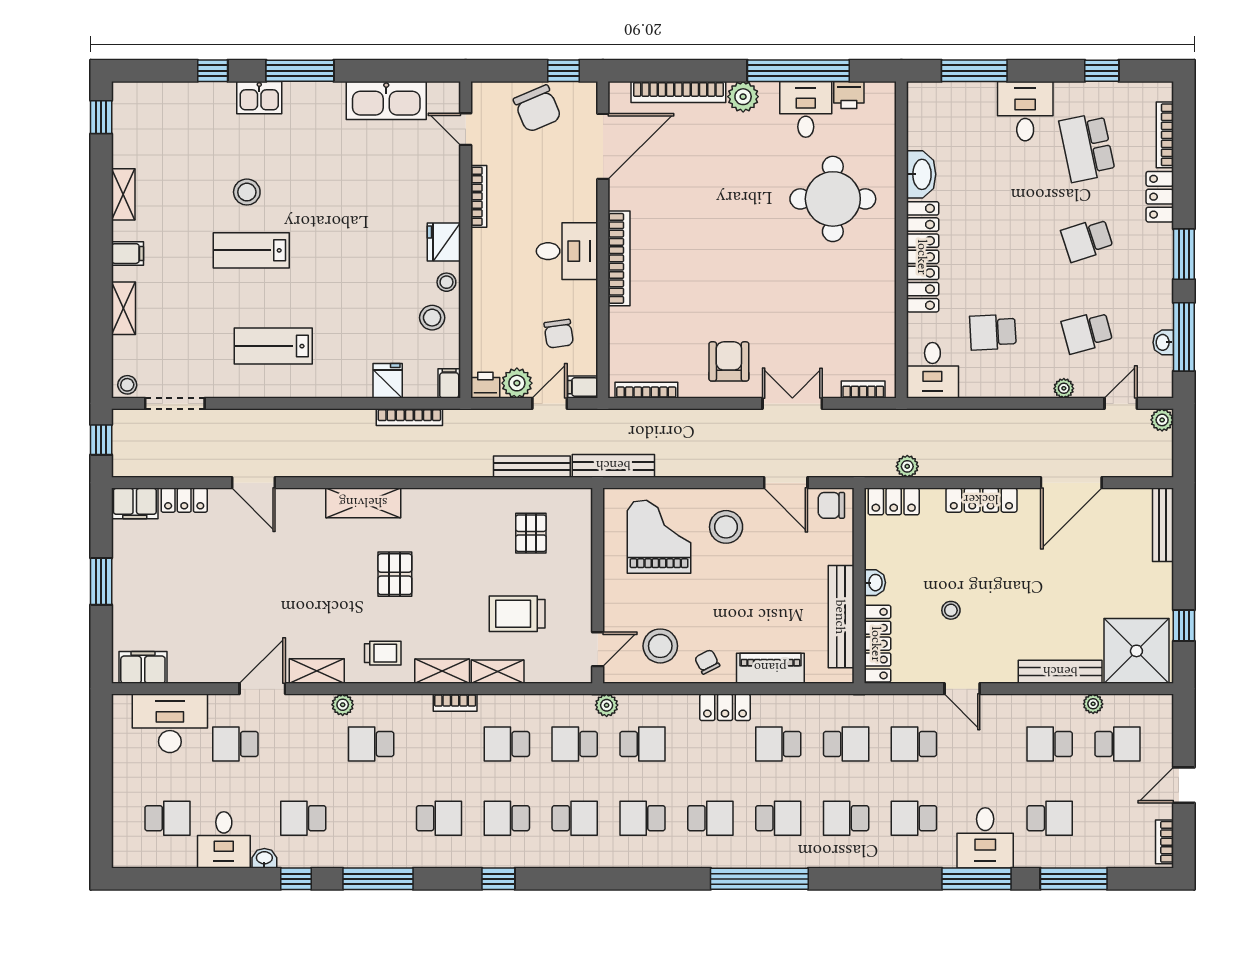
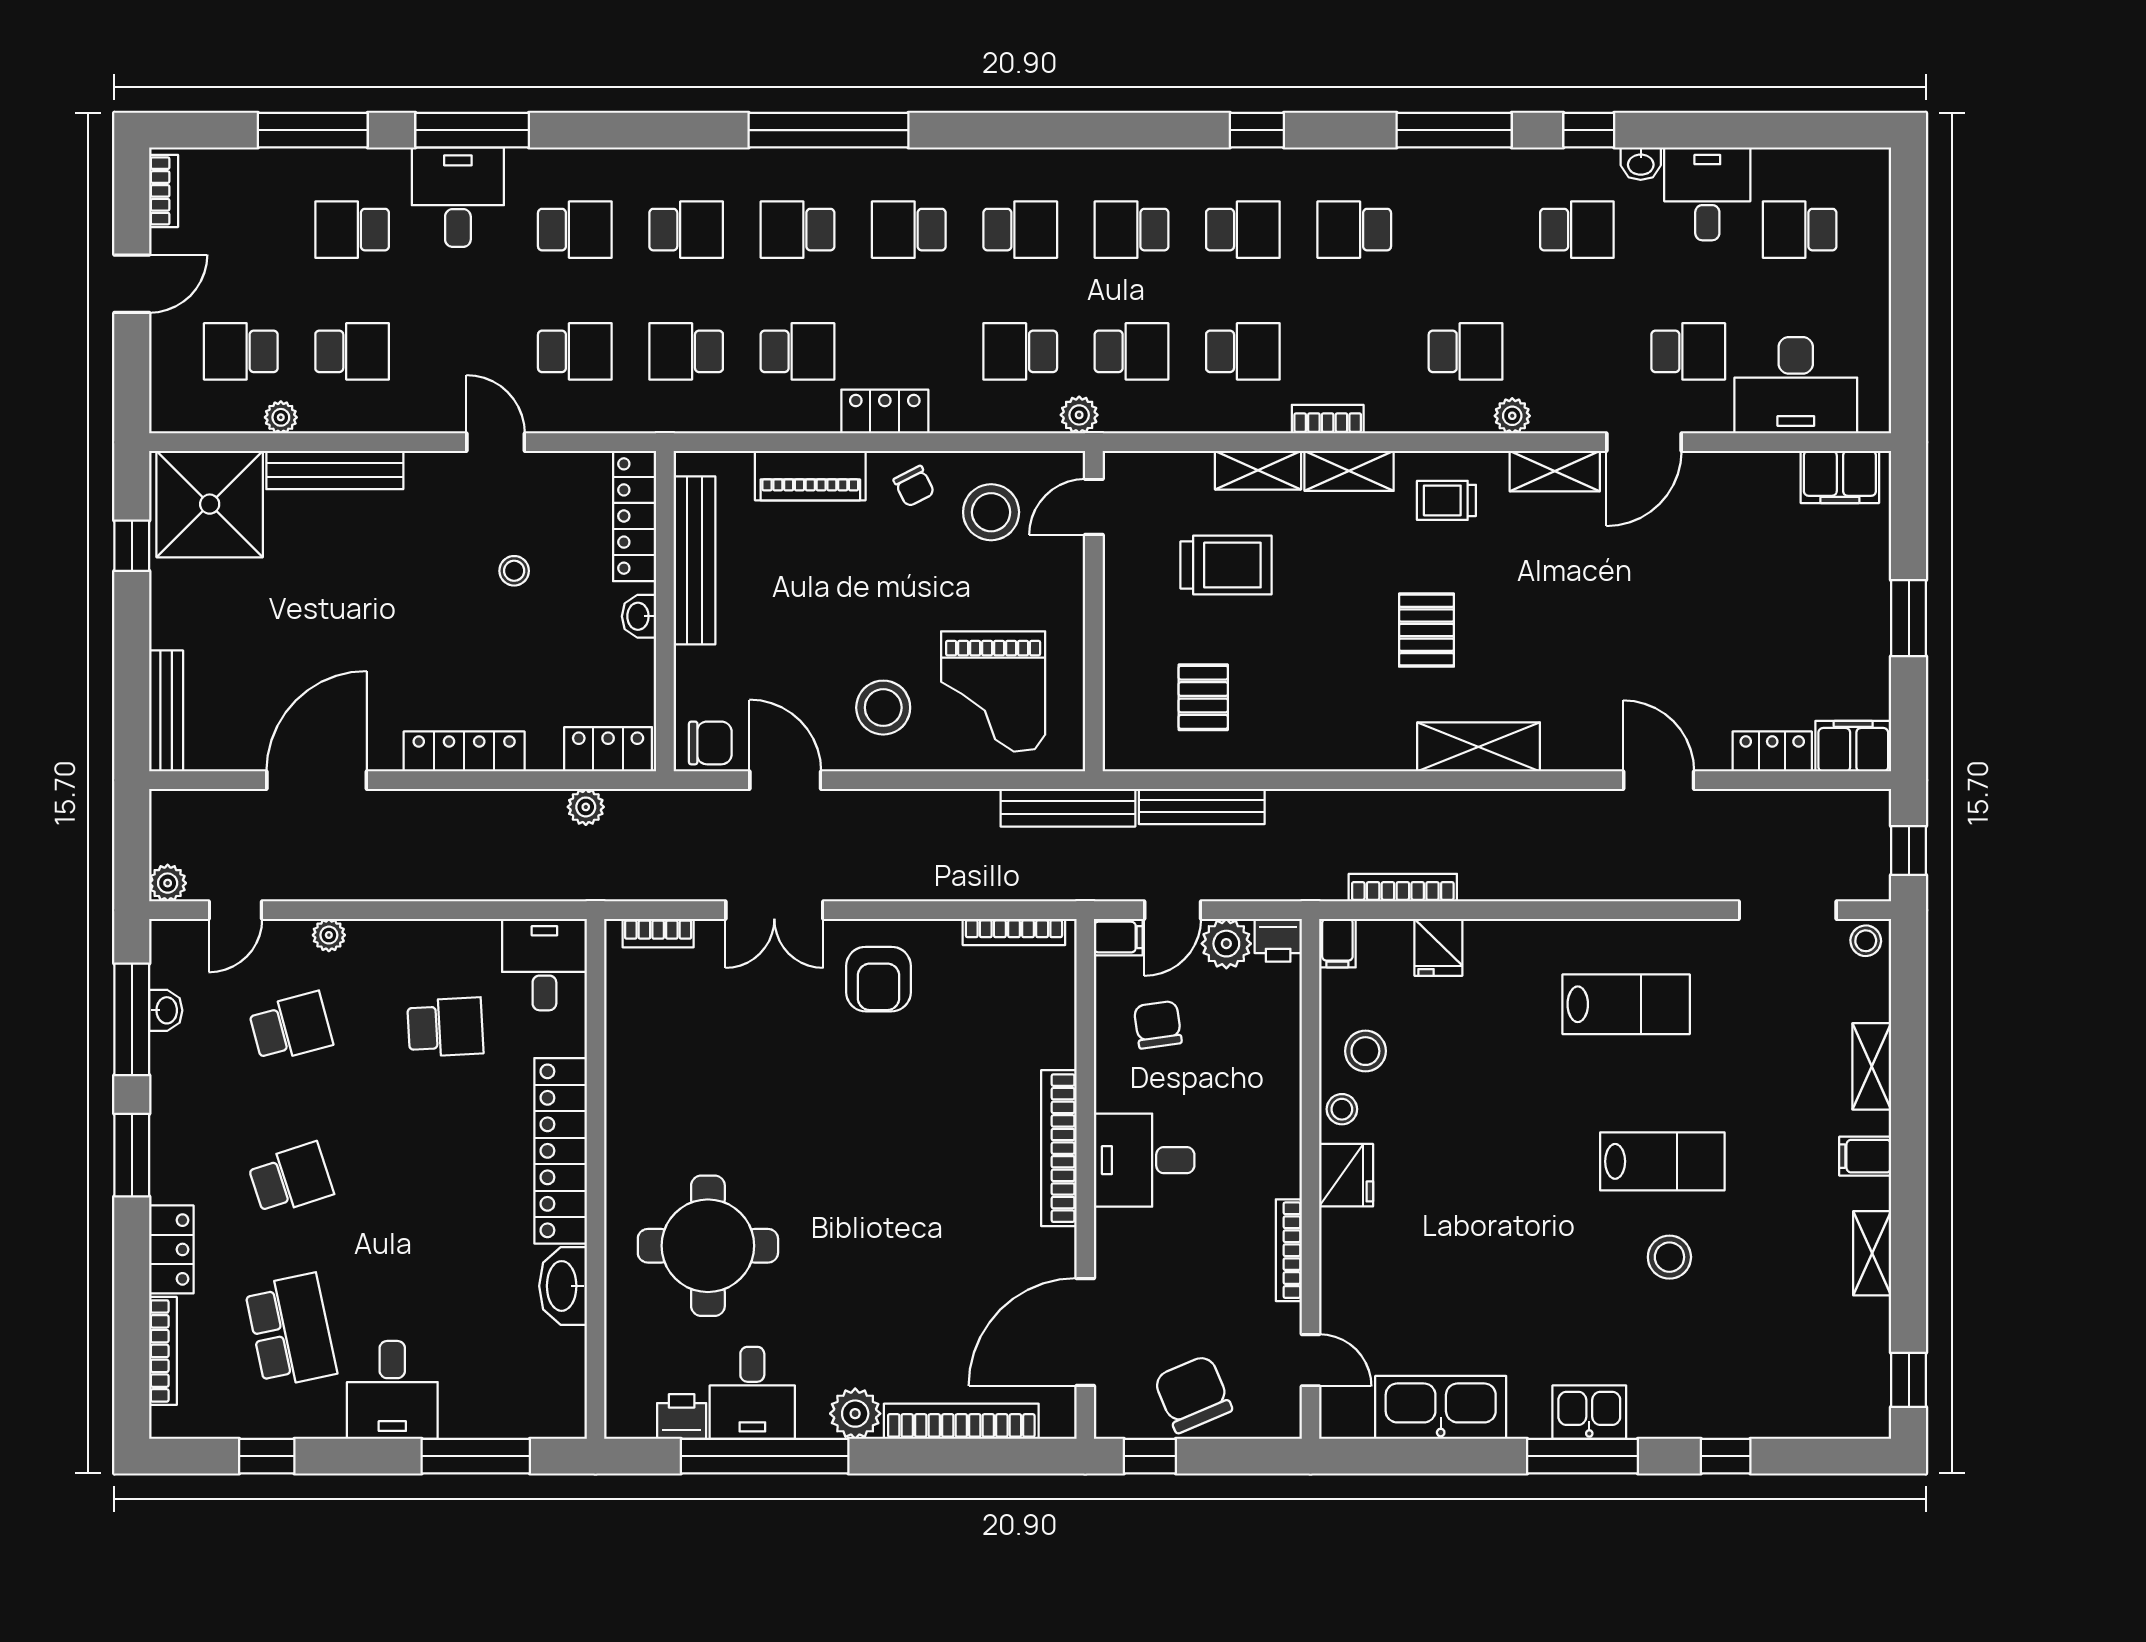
kitchen sink: (259, 98) -> (1589, 1412), moved

